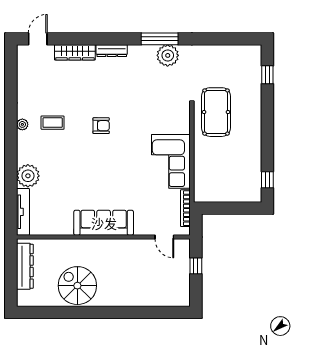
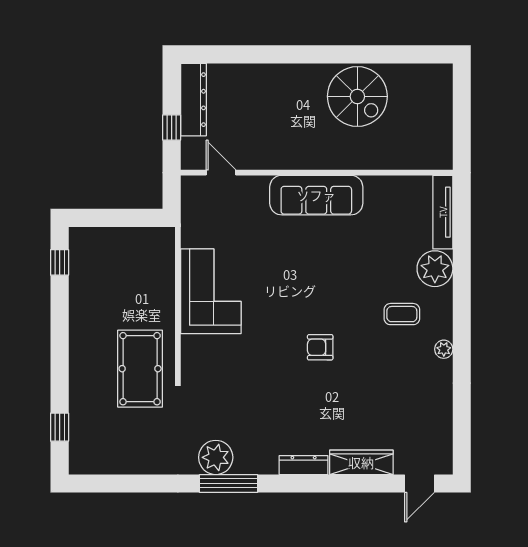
coffee table: (53, 123) -> (402, 314), moved
bookcase: (185, 208) -> (188, 218), removed
dresser: (25, 266) -> (193, 100), moved, turned 180

